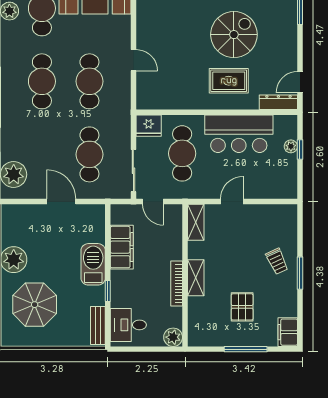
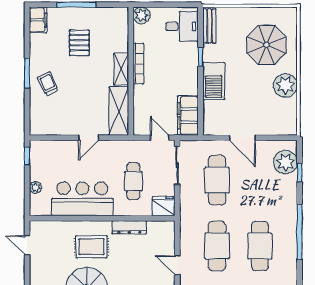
door: (300, 82) -> (27, 245), swing flipped
dresser: (278, 102) -> (129, 227), moved
window: (300, 150) -> (27, 156), moved
cafe table: (182, 153) -> (133, 181), width x0.73, depth x0.74
shelving: (196, 222) -> (119, 111), width x1.50, depth x1.33
filing cabinet: (122, 247) -> (188, 116), moved

